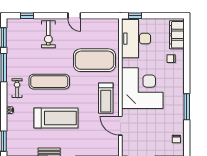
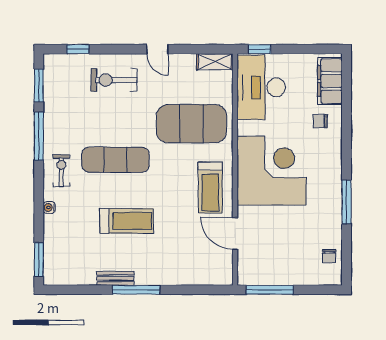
shelving: (108, 23) -> (215, 62), added
exercise bike: (48, 34) -> (114, 80), turned 90
treadmill: (56, 118) -> (127, 221), width x0.73, depth x0.73

